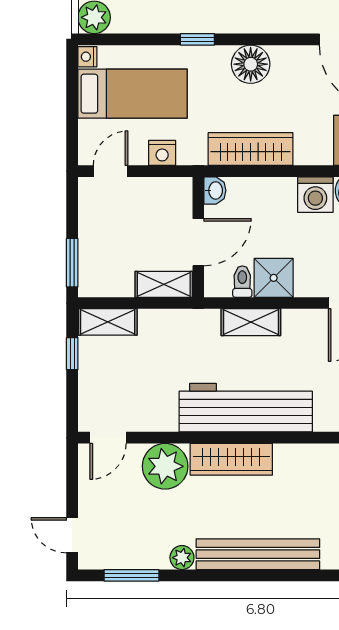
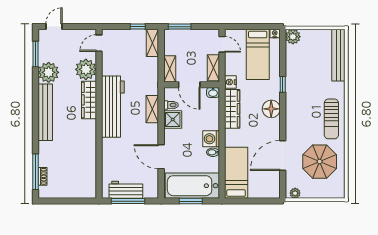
nightstand: (162, 153) -> (230, 82), moved
shelving: (162, 190) -> (213, 68), added
door: (108, 438) -> (99, 43), hinge flipped
plant: (182, 558) -> (49, 72), width x1.87, depth x1.87

